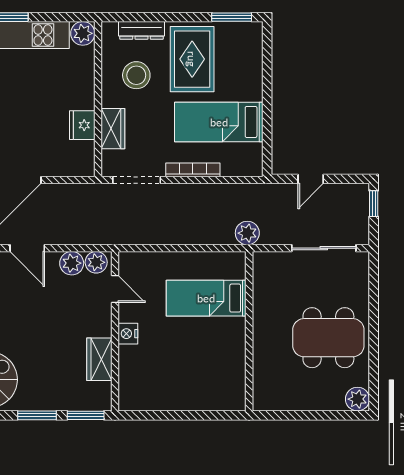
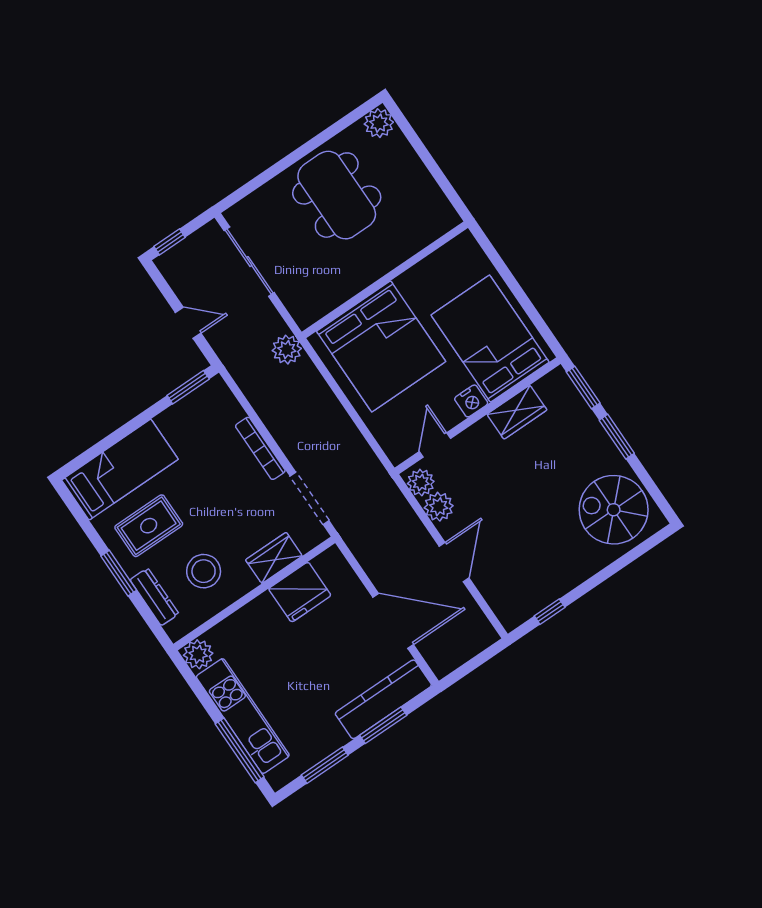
window: (232, 17) -> (119, 573), moved
rug: (192, 59) -> (149, 526), width x0.73, depth x0.70
bed: (219, 122) -> (120, 470), moved, turned -90
fridge: (82, 125) -> (300, 592), width x1.36, depth x1.34
window: (267, 149) -> (188, 387), added
bed: (206, 298) -> (381, 346), width x2.04
bed: (161, 375) -> (490, 339), added

